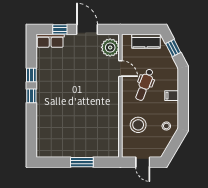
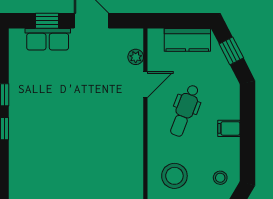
row of seats: (50, 41) -> (48, 39), moved
plant: (110, 47) -> (136, 57), width x0.53, depth x0.53
door: (120, 69) -> (145, 85), hinge flipped

